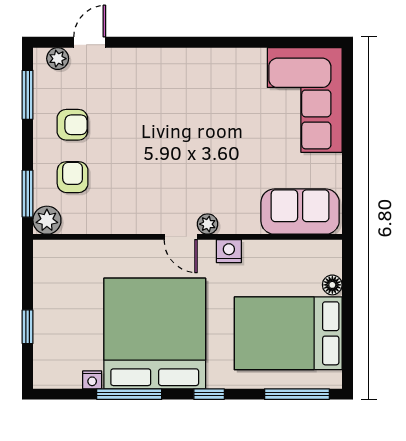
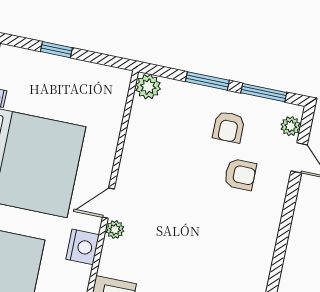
armchair: (73, 177) -> (240, 174), moved
window: (28, 194) -> (207, 81), moved
nightstand: (229, 251) -> (83, 247), width x1.36, depth x1.33

